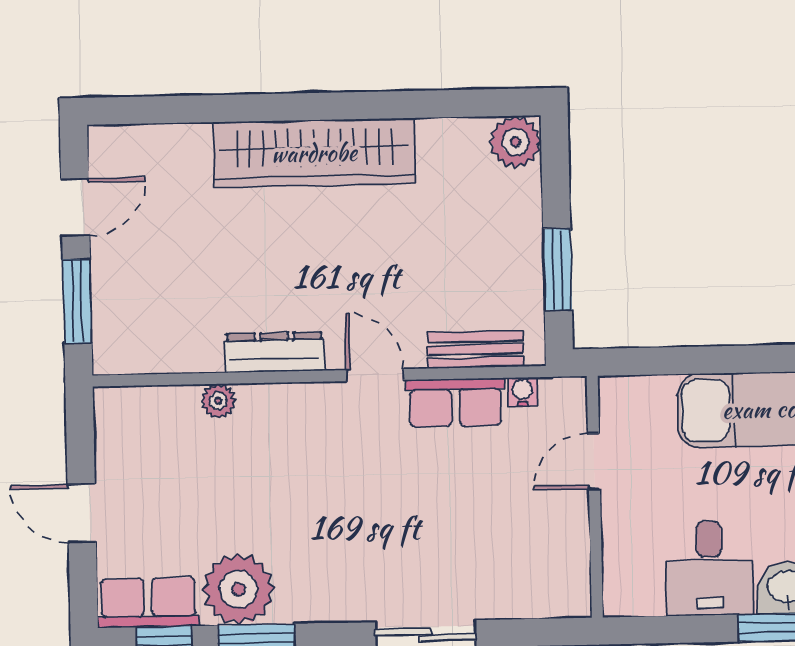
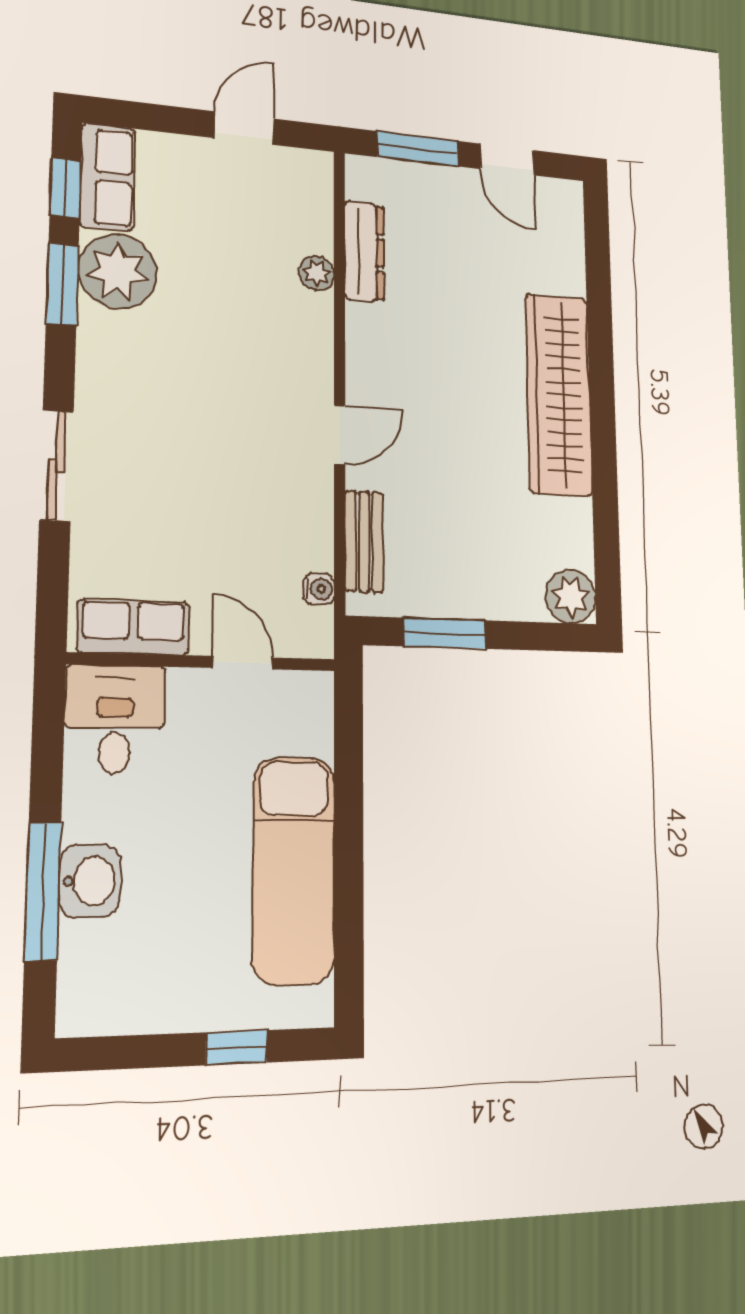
dresser: (274, 352) -> (364, 251), moved
row of seats: (455, 402) -> (133, 627), moved, turned 90
door: (82, 513) -> (244, 128), moved
desk: (709, 568) -> (115, 719), moved, turned 90

